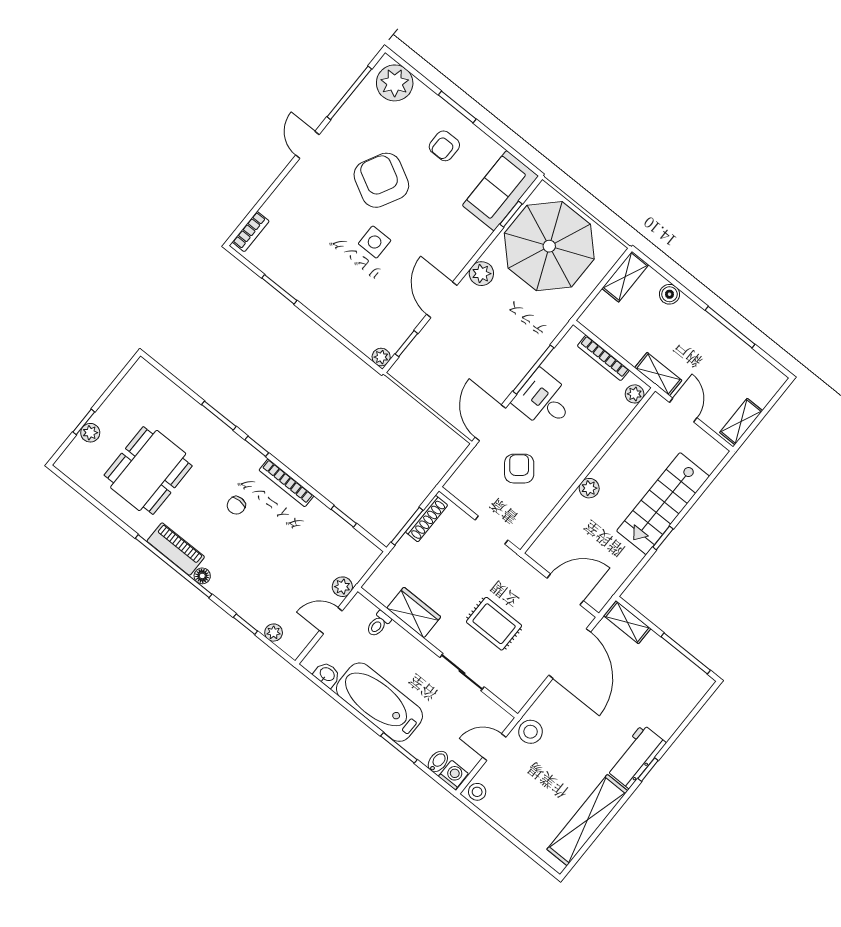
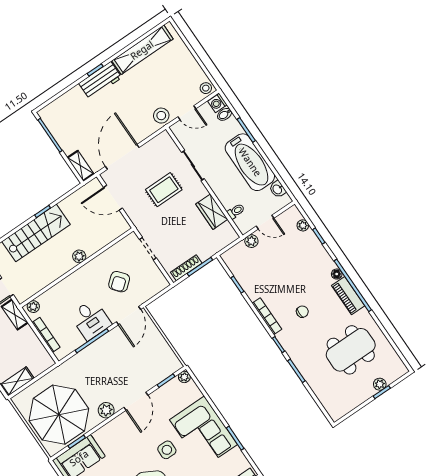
corner sofa: (328, 284) -> (204, 432), added
rug: (494, 624) -> (164, 190), turned 90

